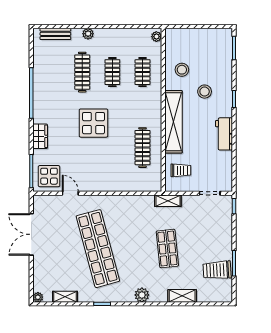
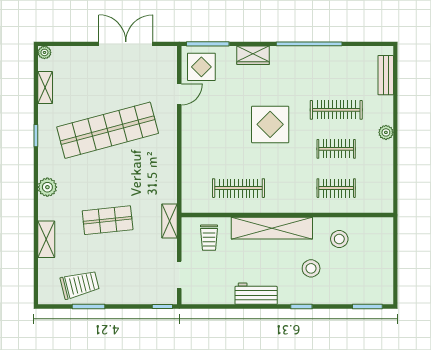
plant: (88, 34) -> (386, 132), moved
plant: (156, 37) -> (382, 206), removed
trolley: (217, 270) -> (80, 285), turned 79

